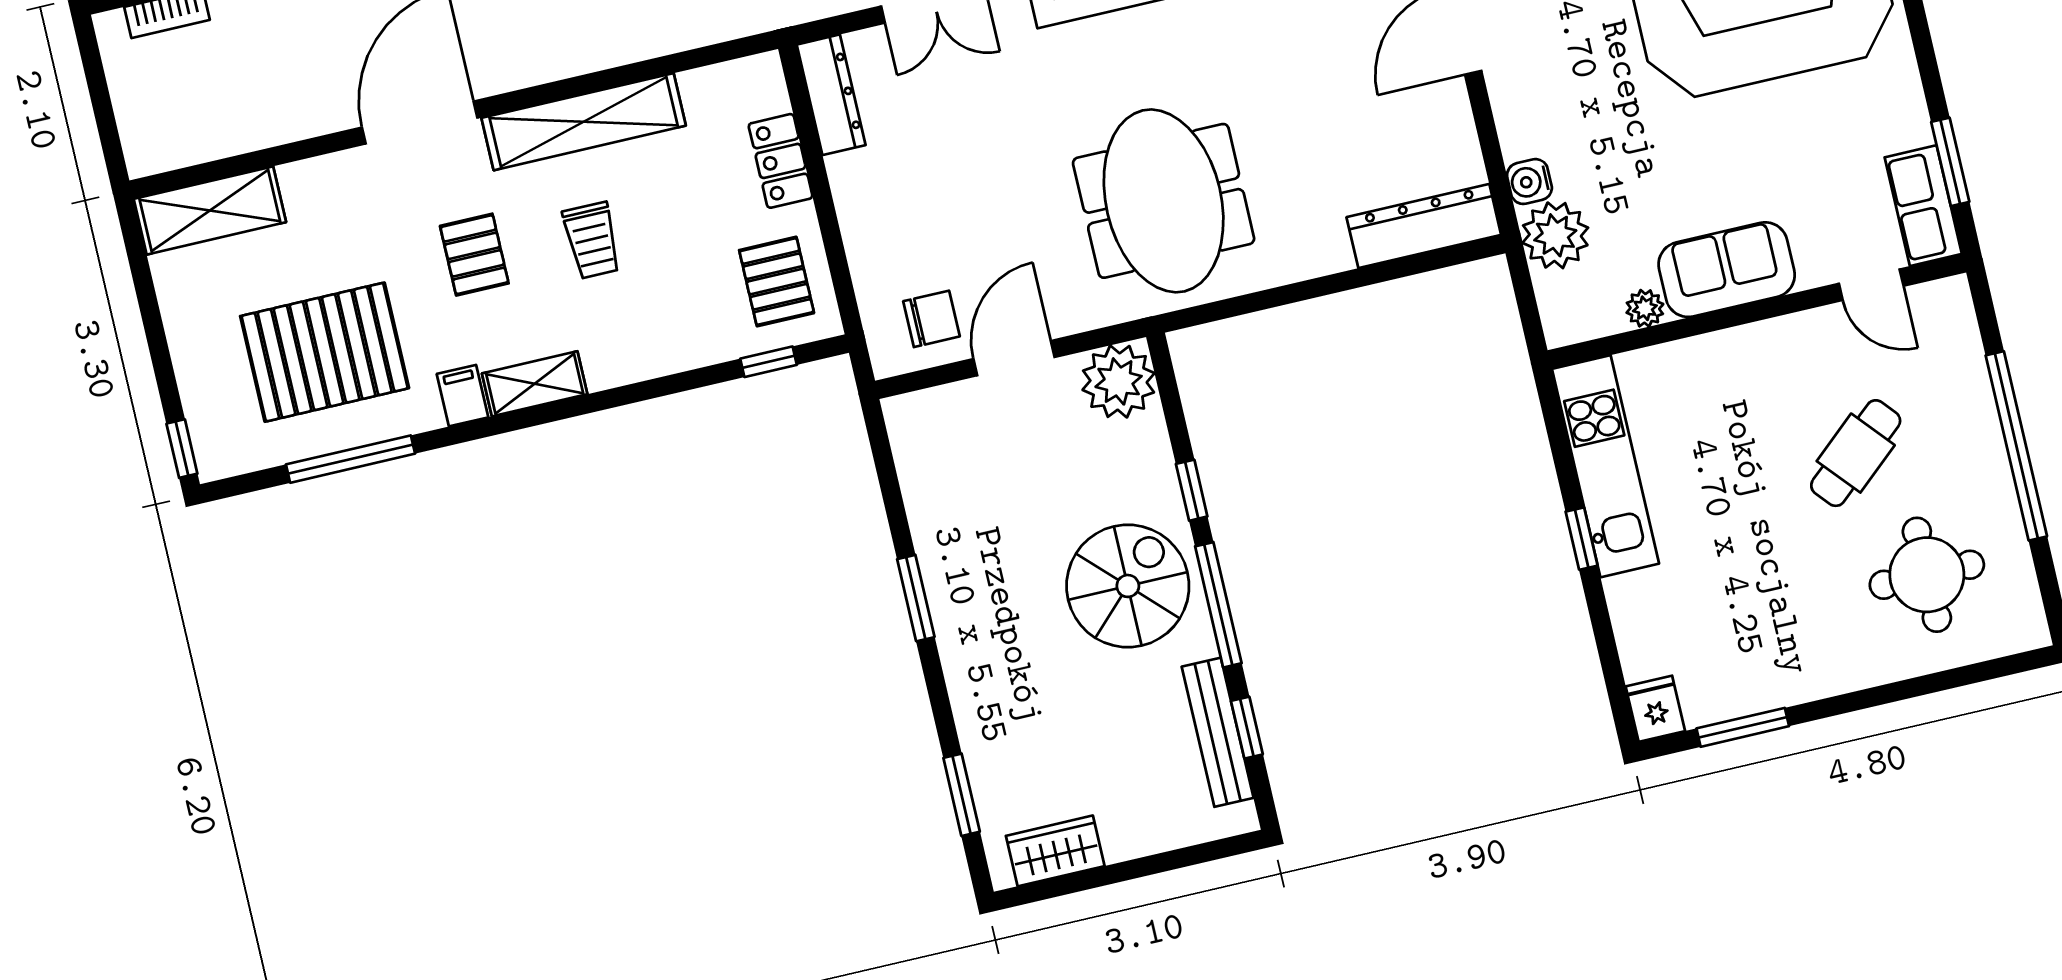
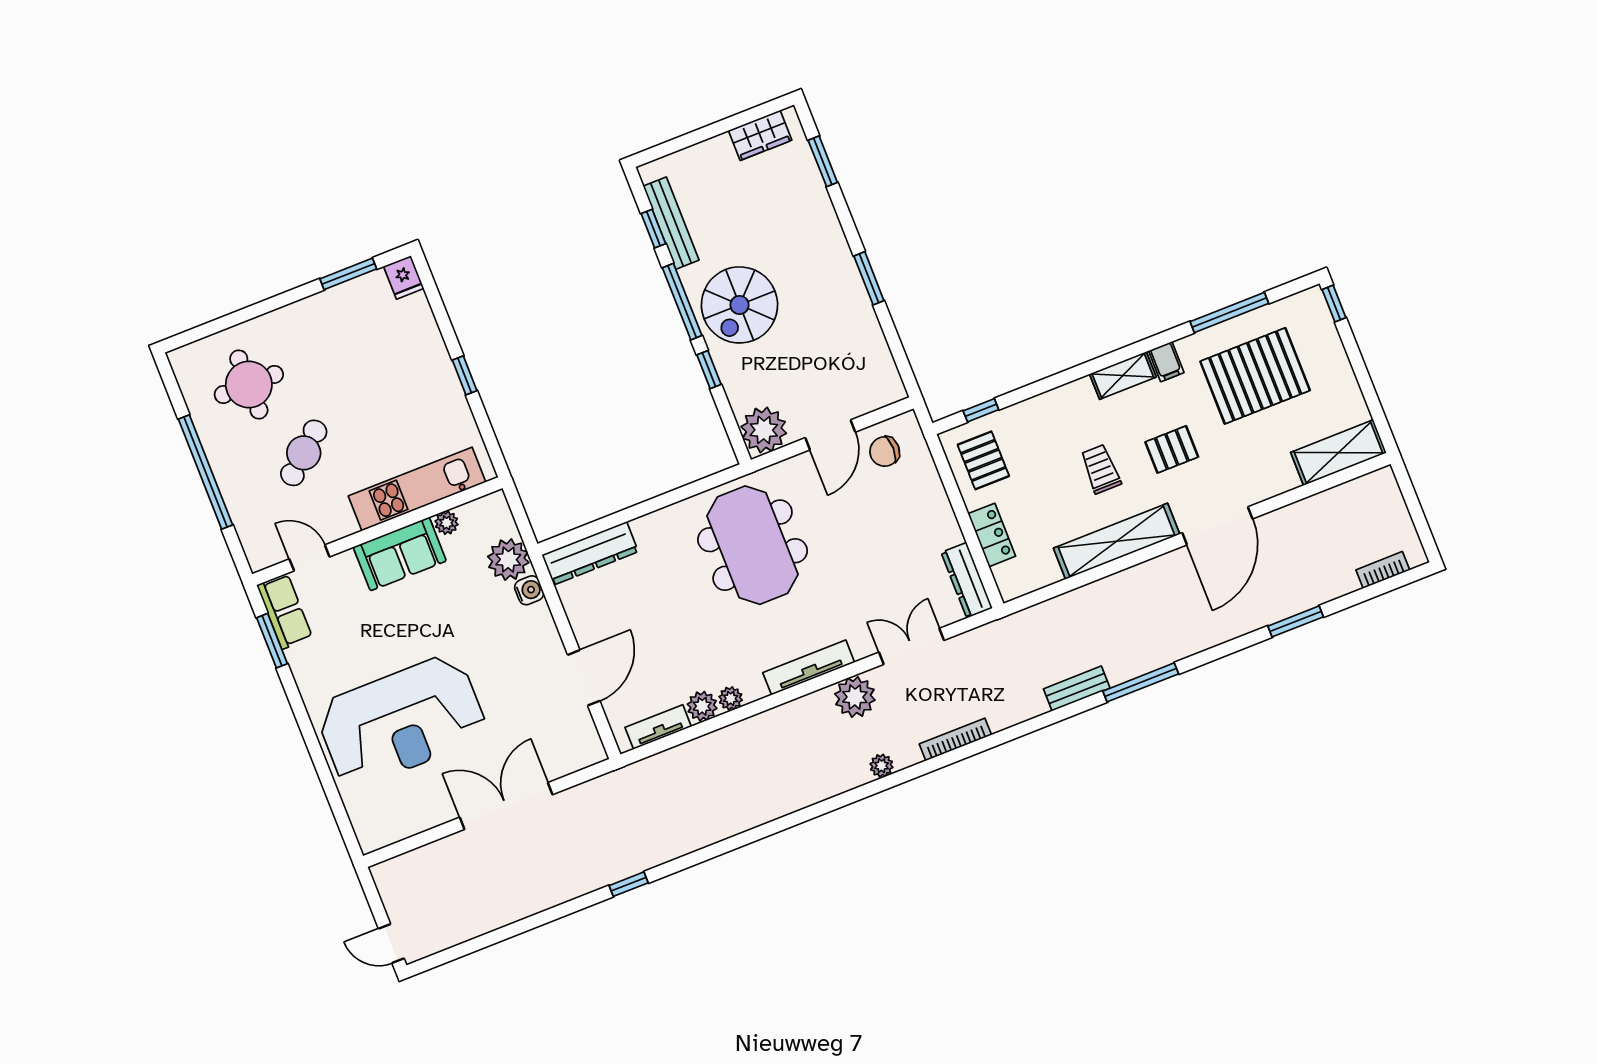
pallet: (474, 255) -> (1172, 449), turned 90
kitchen unit: (1605, 466) -> (417, 489), moved, turned 90

